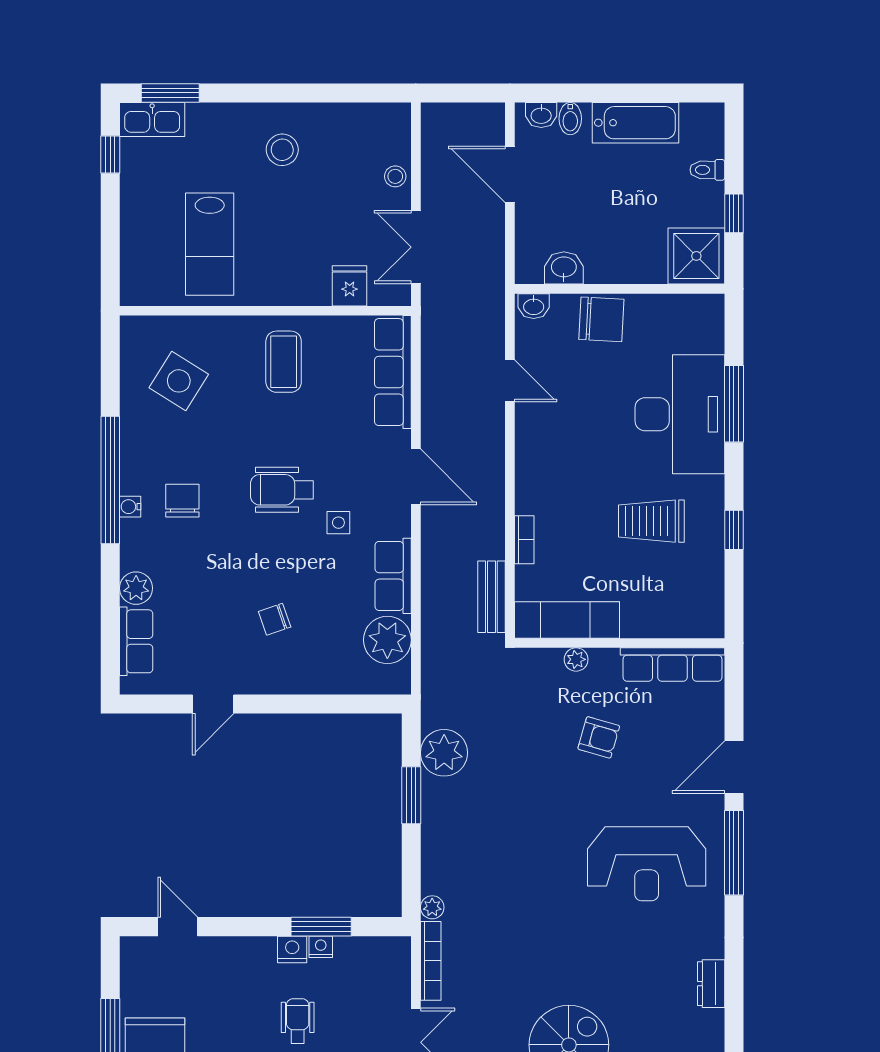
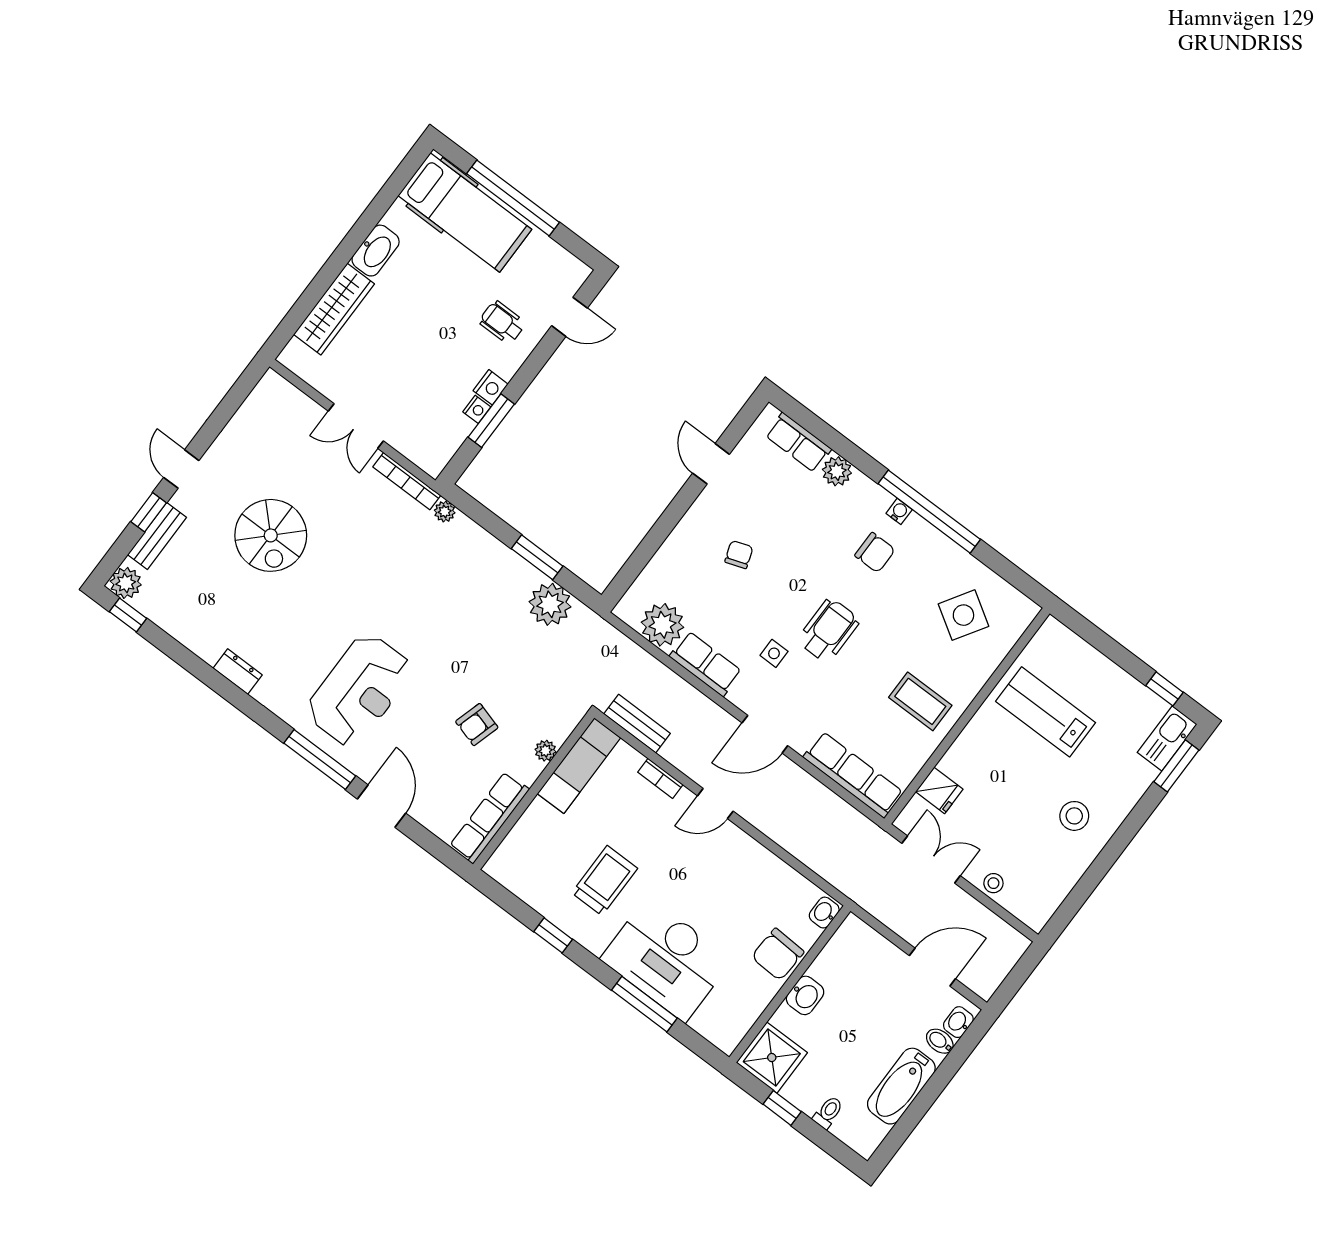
washbasin: (564, 268) -> (805, 995), moved
door: (510, 381) -> (715, 804), moved
reception desk: (647, 864) -> (359, 690), turned 180
wheelchair: (298, 1021) -> (502, 322), moved, turned 180

